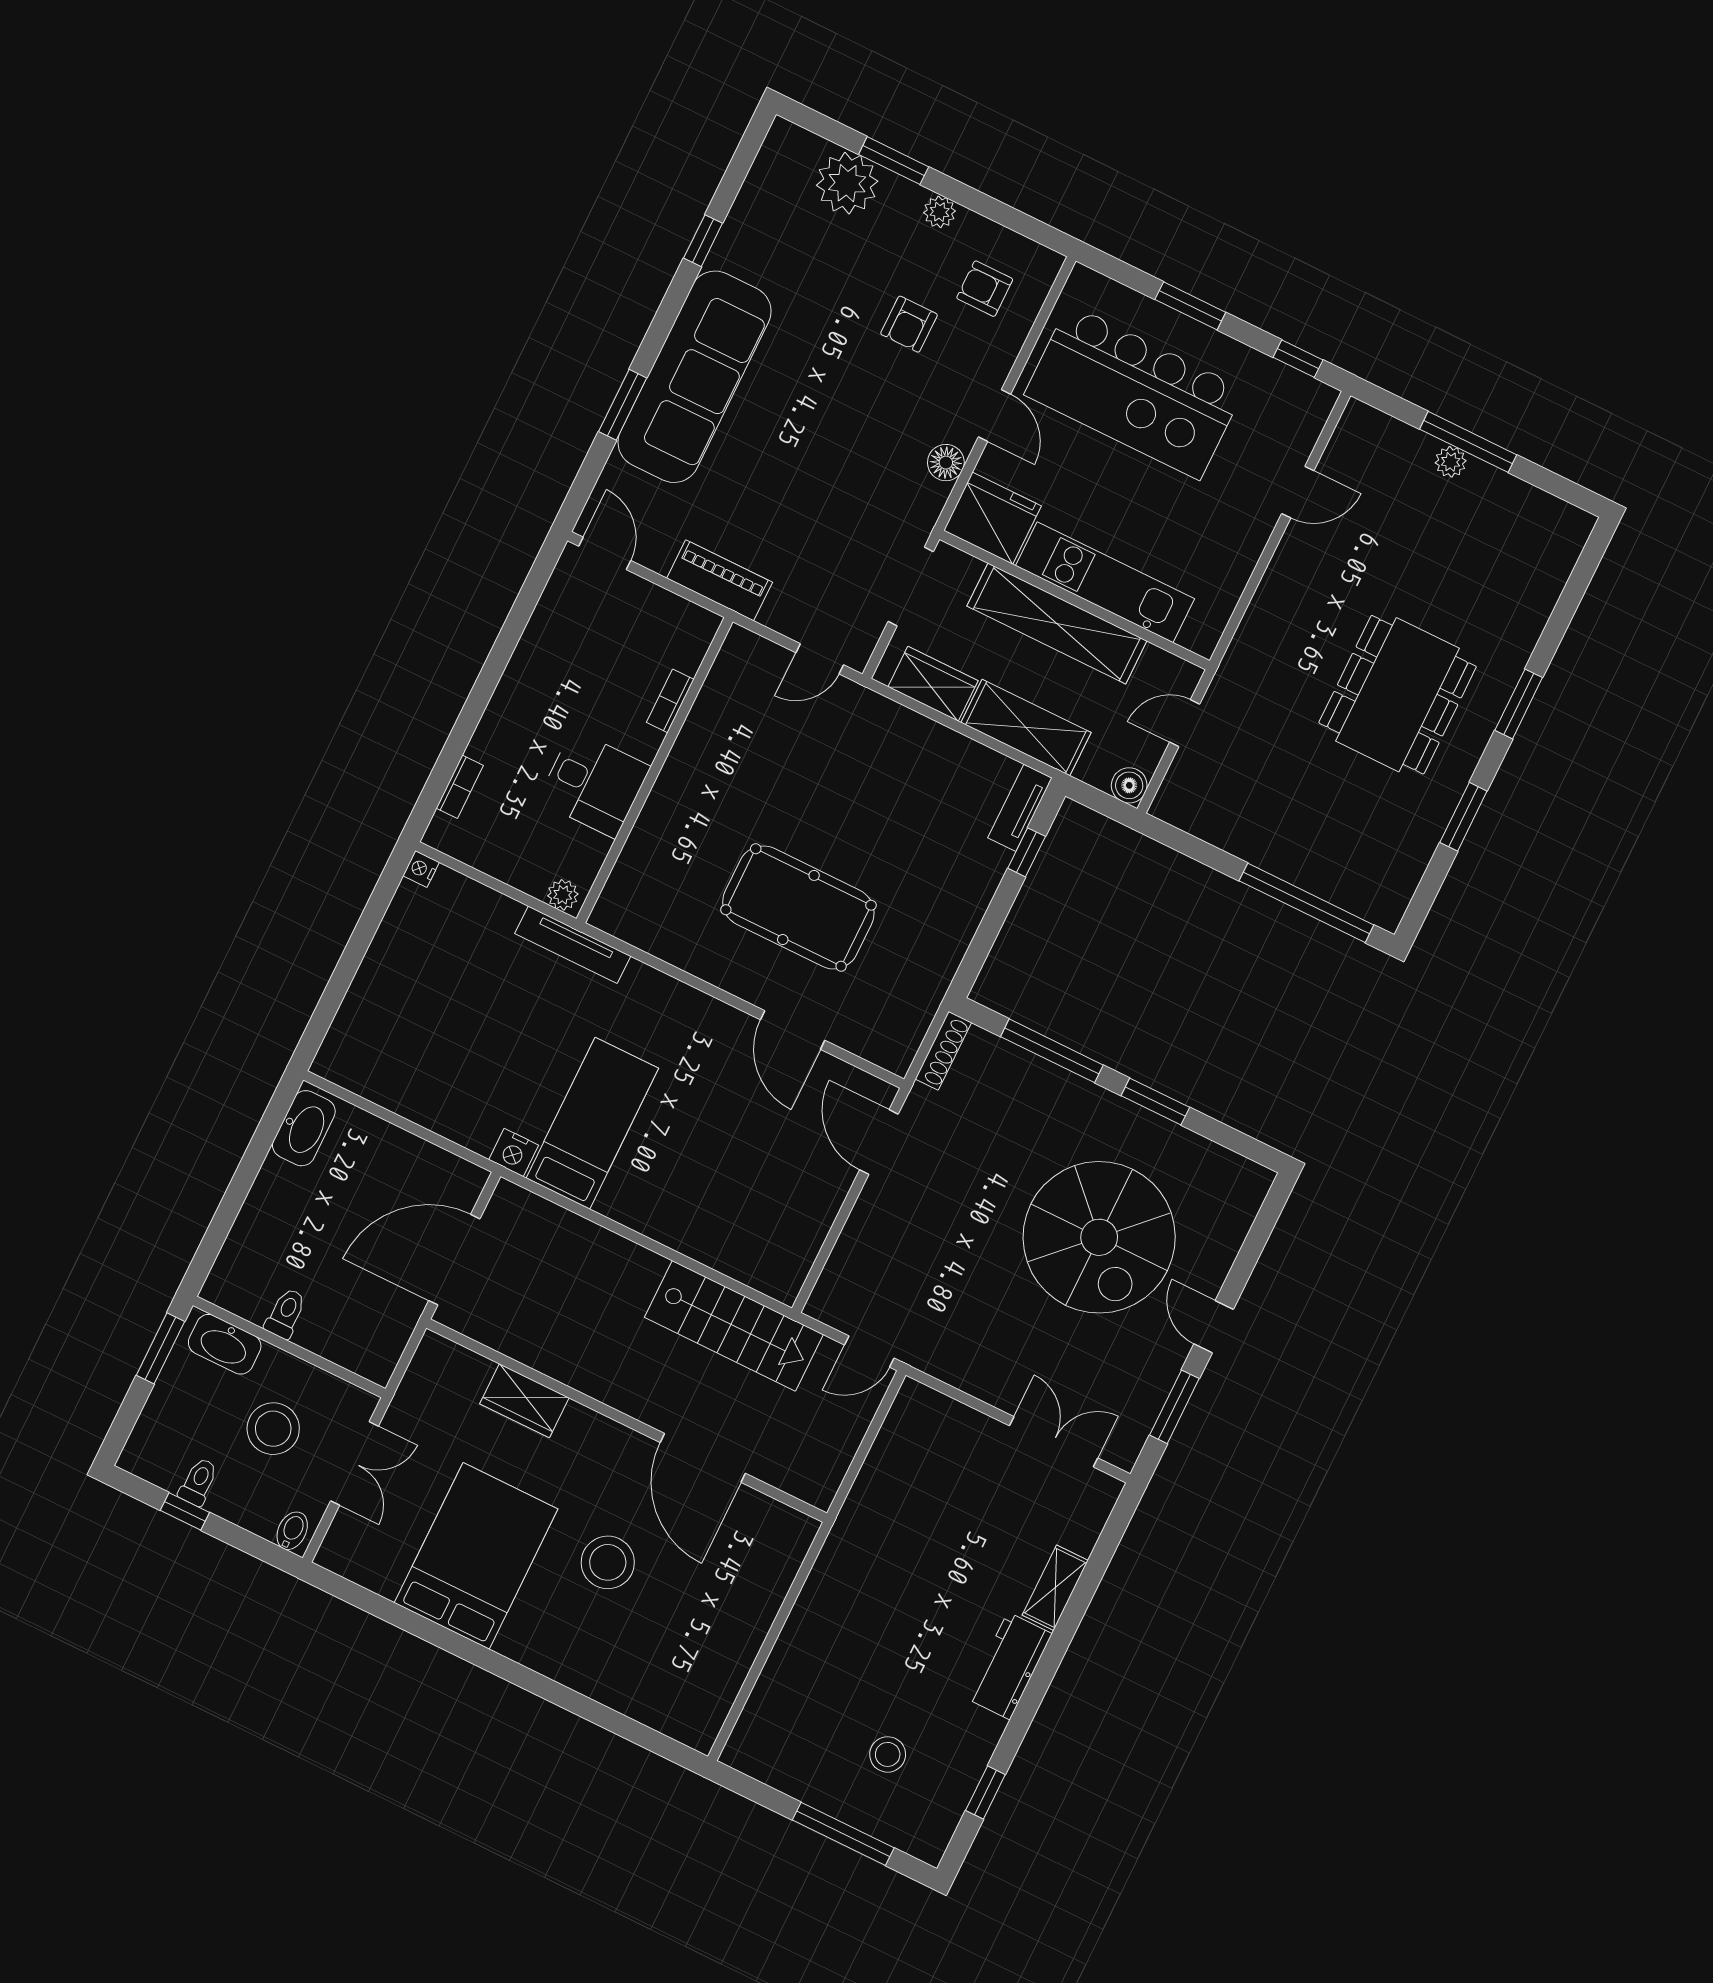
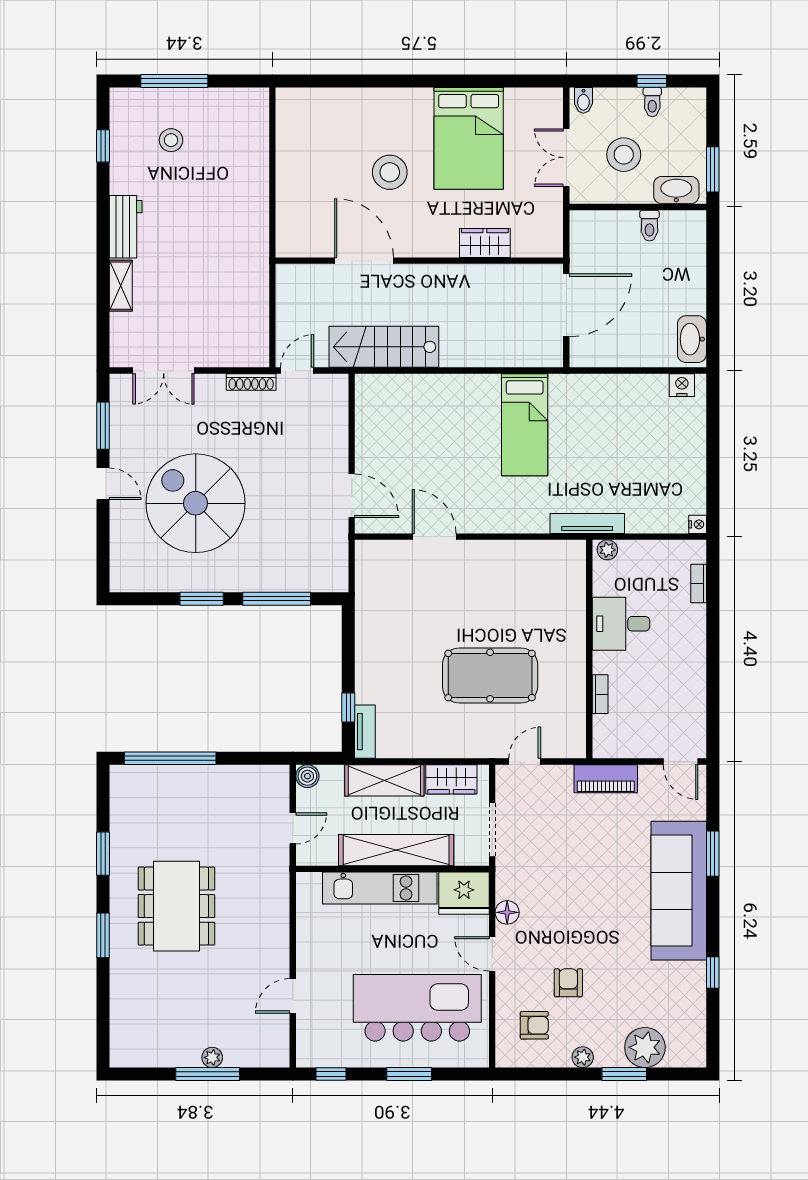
pool table: (798, 907) -> (490, 676), moved
shoe rack: (943, 1051) -> (251, 382), moved, turned -90
nightstand: (514, 1152) -> (682, 385), moved

